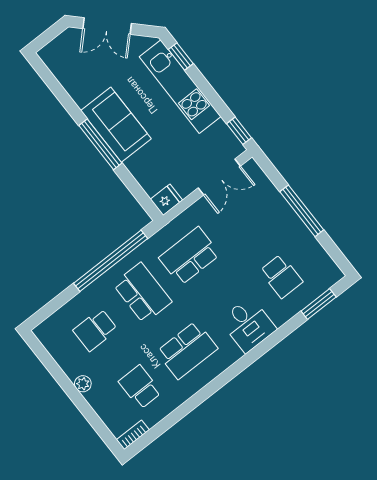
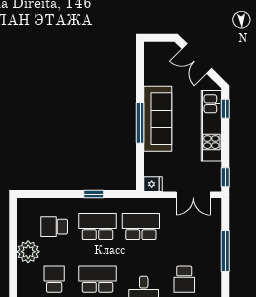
sofa: (116, 125) -> (158, 119), width x1.36
window: (111, 261) -> (94, 194), width x0.32
school desk: (142, 293) -> (97, 227), turned -90
school desk: (187, 350) -> (97, 279), turned 180
plant: (83, 384) -> (28, 252), width x1.88, depth x1.88

